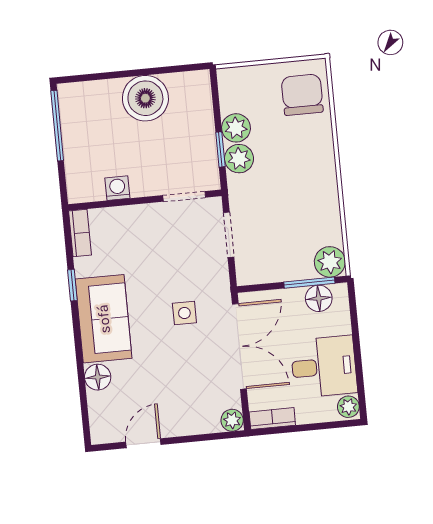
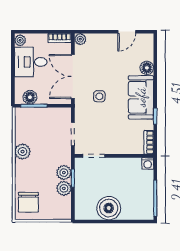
washing machine: (117, 188) -> (148, 163), moved
plant: (330, 262) -> (22, 152), moved

